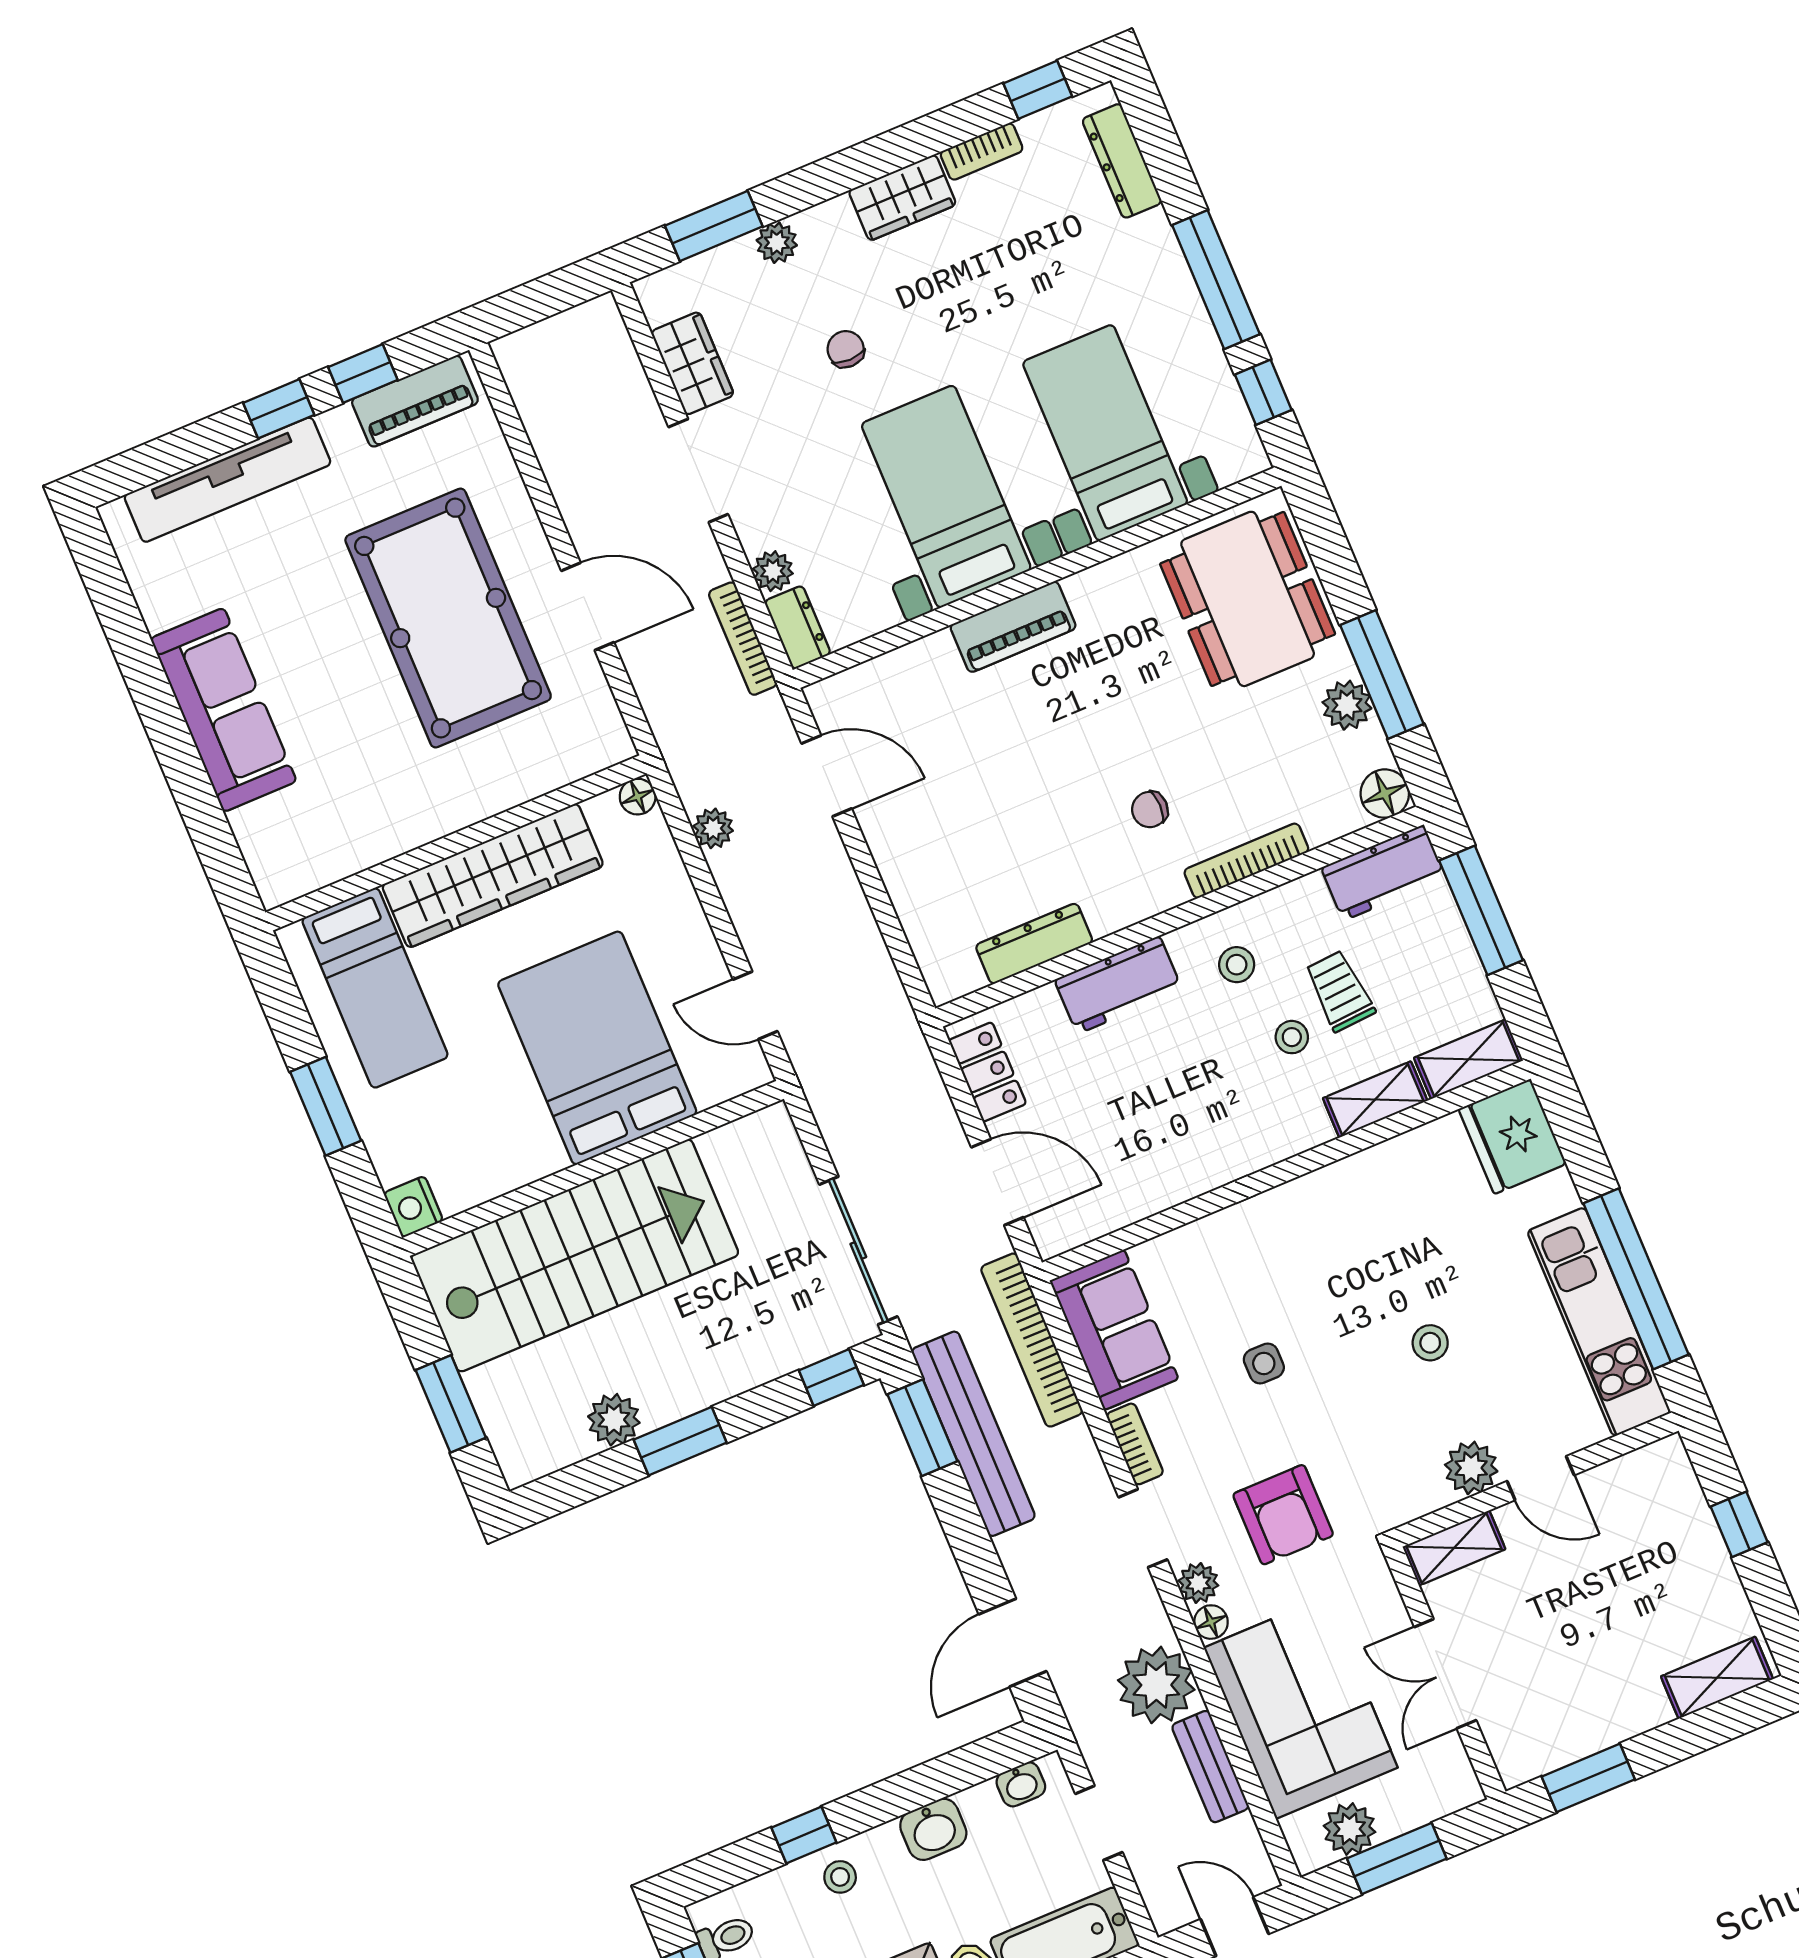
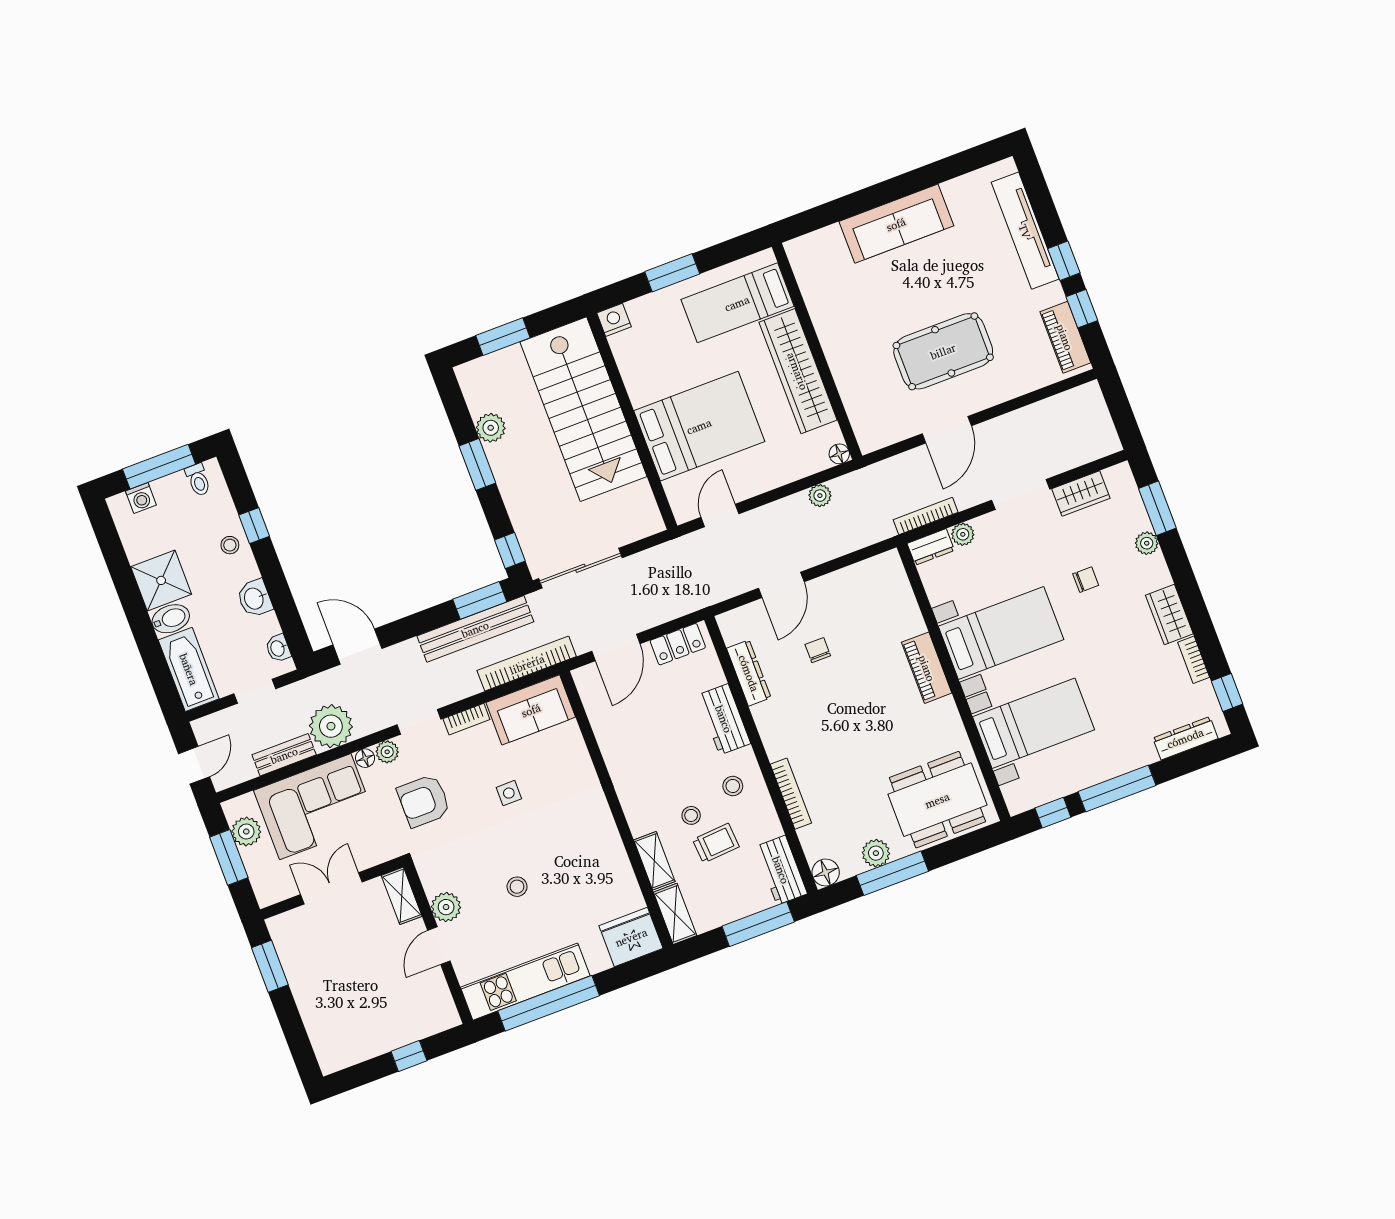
pool table: (448, 618) -> (943, 351), width x0.73, depth x0.76
door: (827, 776) -> (781, 585), moved
chair: (1150, 809) -> (818, 650), moved
shelving: (1717, 1678) -> (323, 1040), removed

